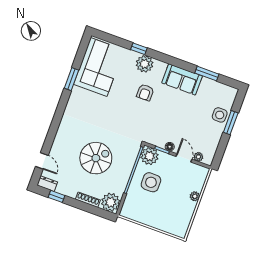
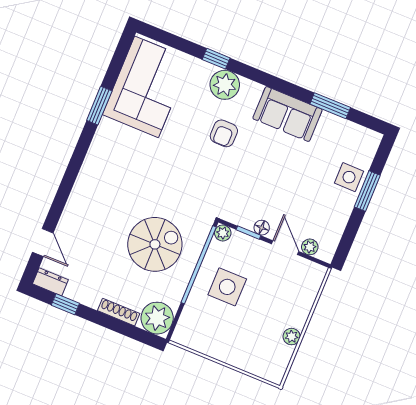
plant: (149, 156) -> (223, 233), width x0.53, depth x0.53
spiral stairs: (96, 158) -> (155, 244), moved
plant: (195, 196) -> (292, 337), moved

